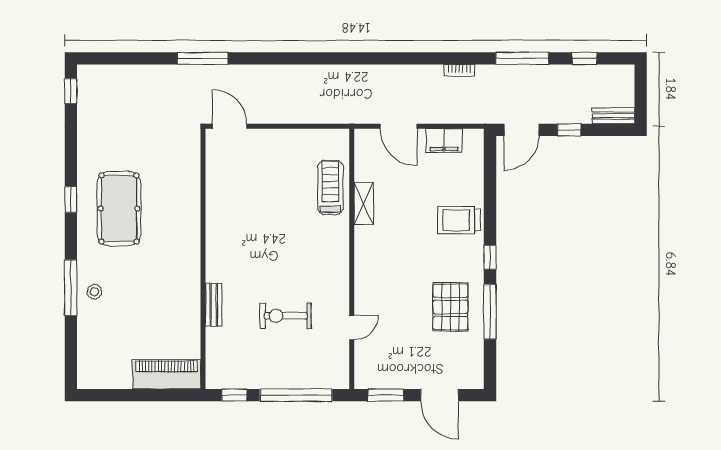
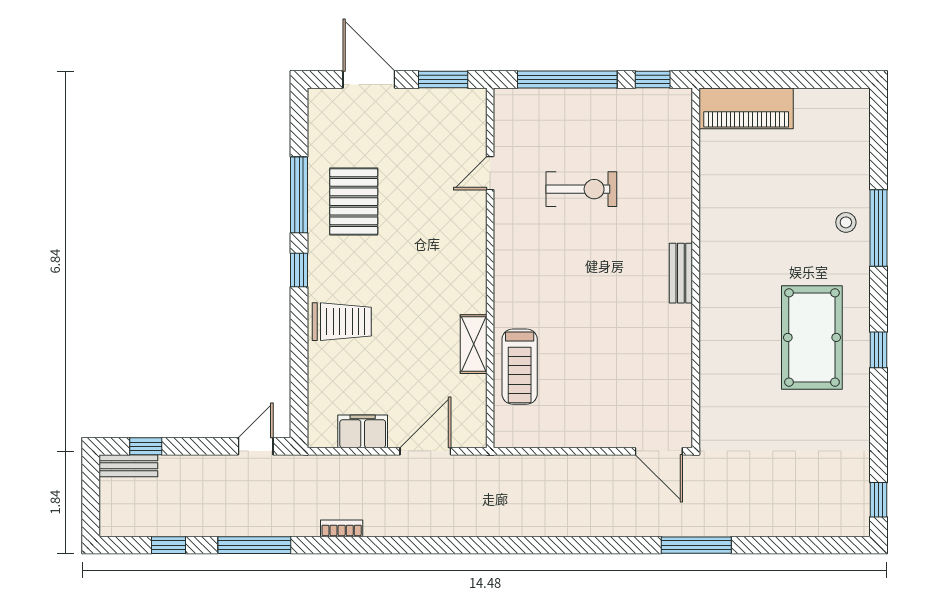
door: (399, 126) -> (425, 451), hinge flipped
door: (521, 130) -> (256, 446), width x0.73
window: (569, 130) -> (146, 446), moved
bench: (214, 305) -> (681, 273), moved

